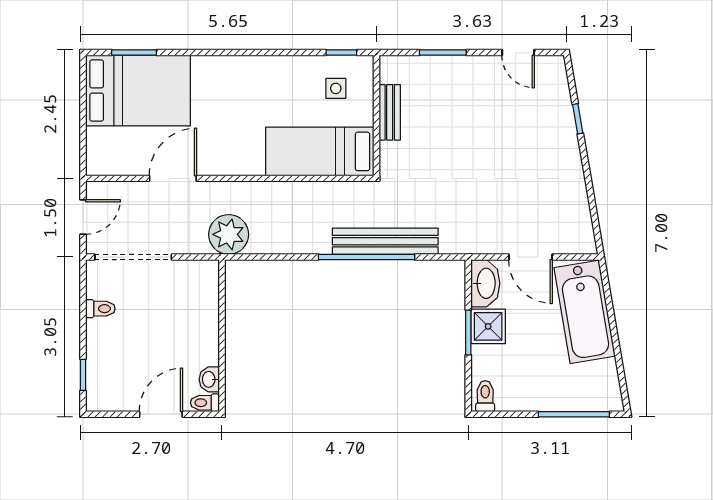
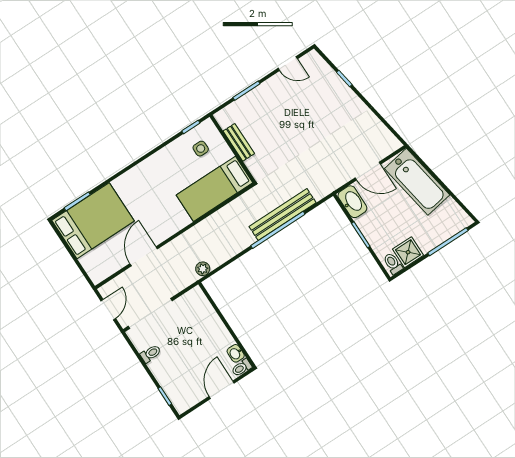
plant: (229, 234) -> (203, 269), width x0.53, depth x0.53
shower: (488, 326) -> (408, 252), moved

